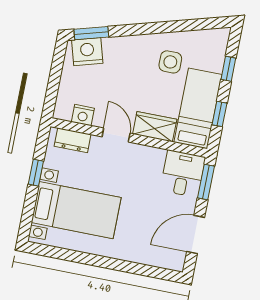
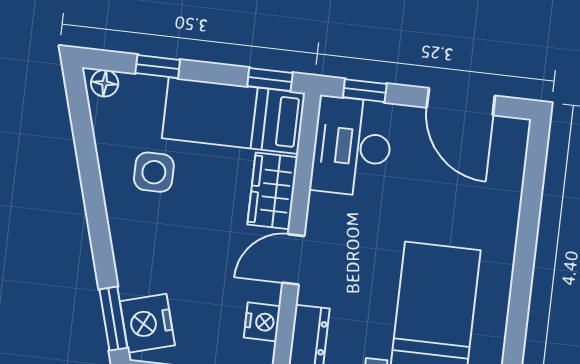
floor lamp: (222, 39) -> (105, 83), added
window: (219, 114) -> (270, 80), moved
desk: (183, 174) -> (352, 147), width x1.37
window: (206, 182) -> (365, 91), width x0.67

